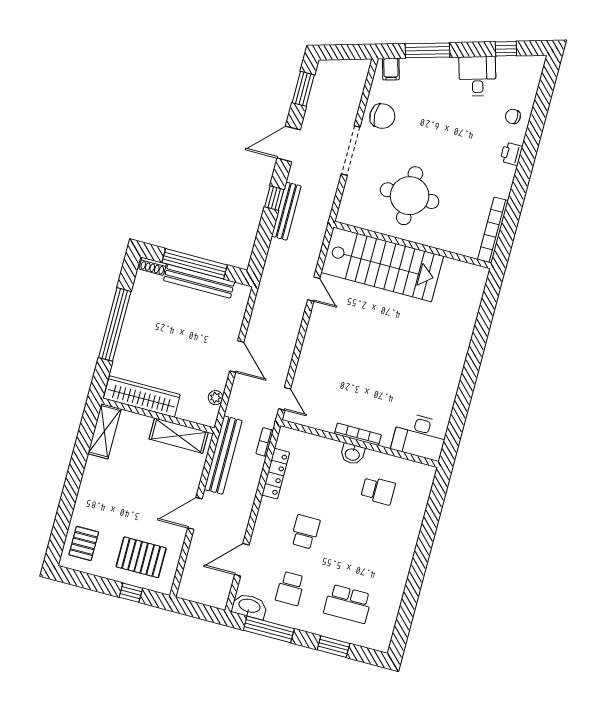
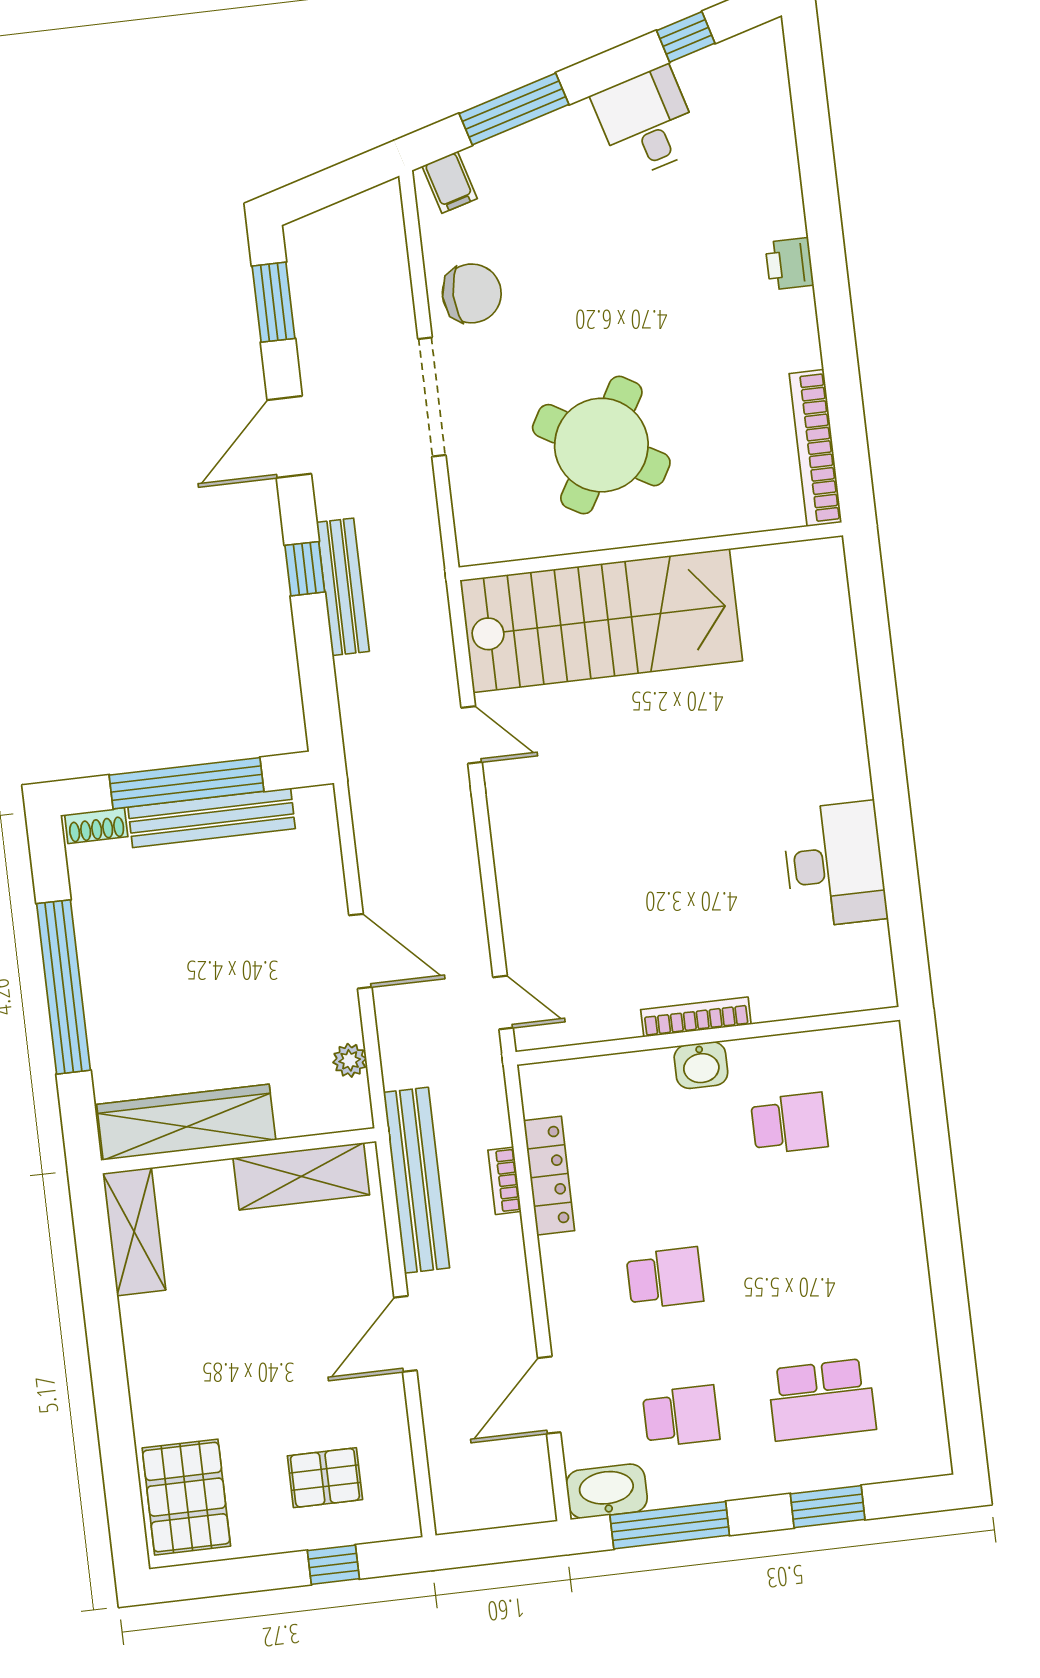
chair: (513, 116) -> (760, 180), removed
round table: (410, 196) -> (601, 445), turned 30
desk: (420, 436) -> (835, 864), moved, turned -90
bookcase: (265, 442) -> (505, 1181), moved
school desk: (305, 532) -> (665, 1278), turned 90
pallet: (84, 543) -> (186, 1497), width x1.50, depth x1.42
pallet: (141, 557) -> (325, 1478), width x0.67, depth x0.71
school desk: (290, 588) -> (681, 1416), turned -90

